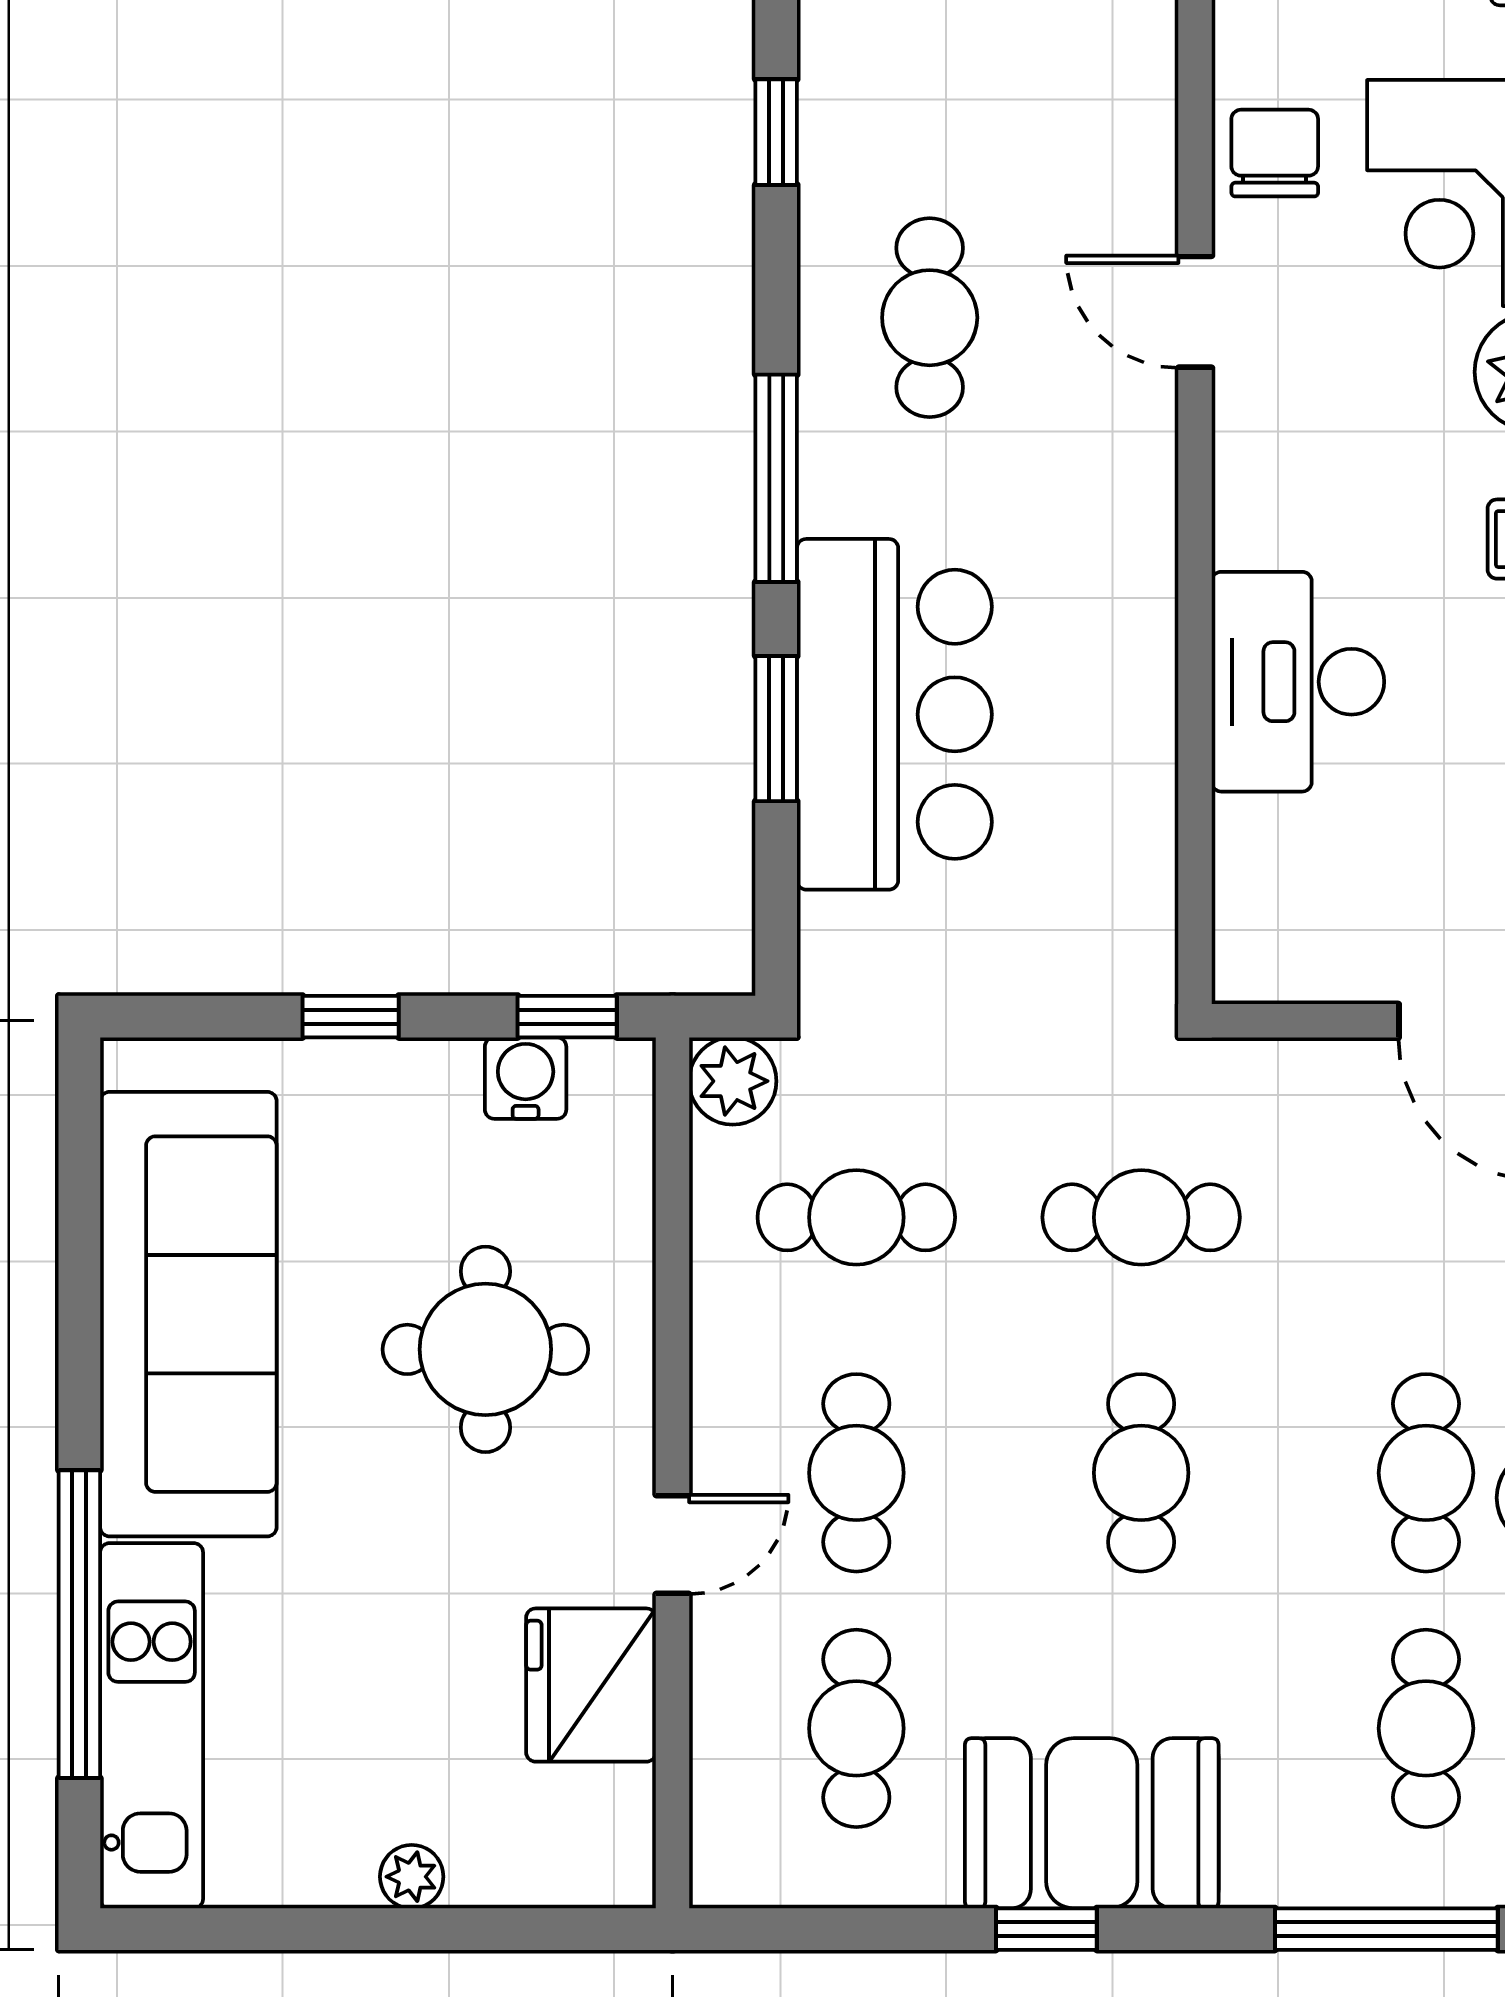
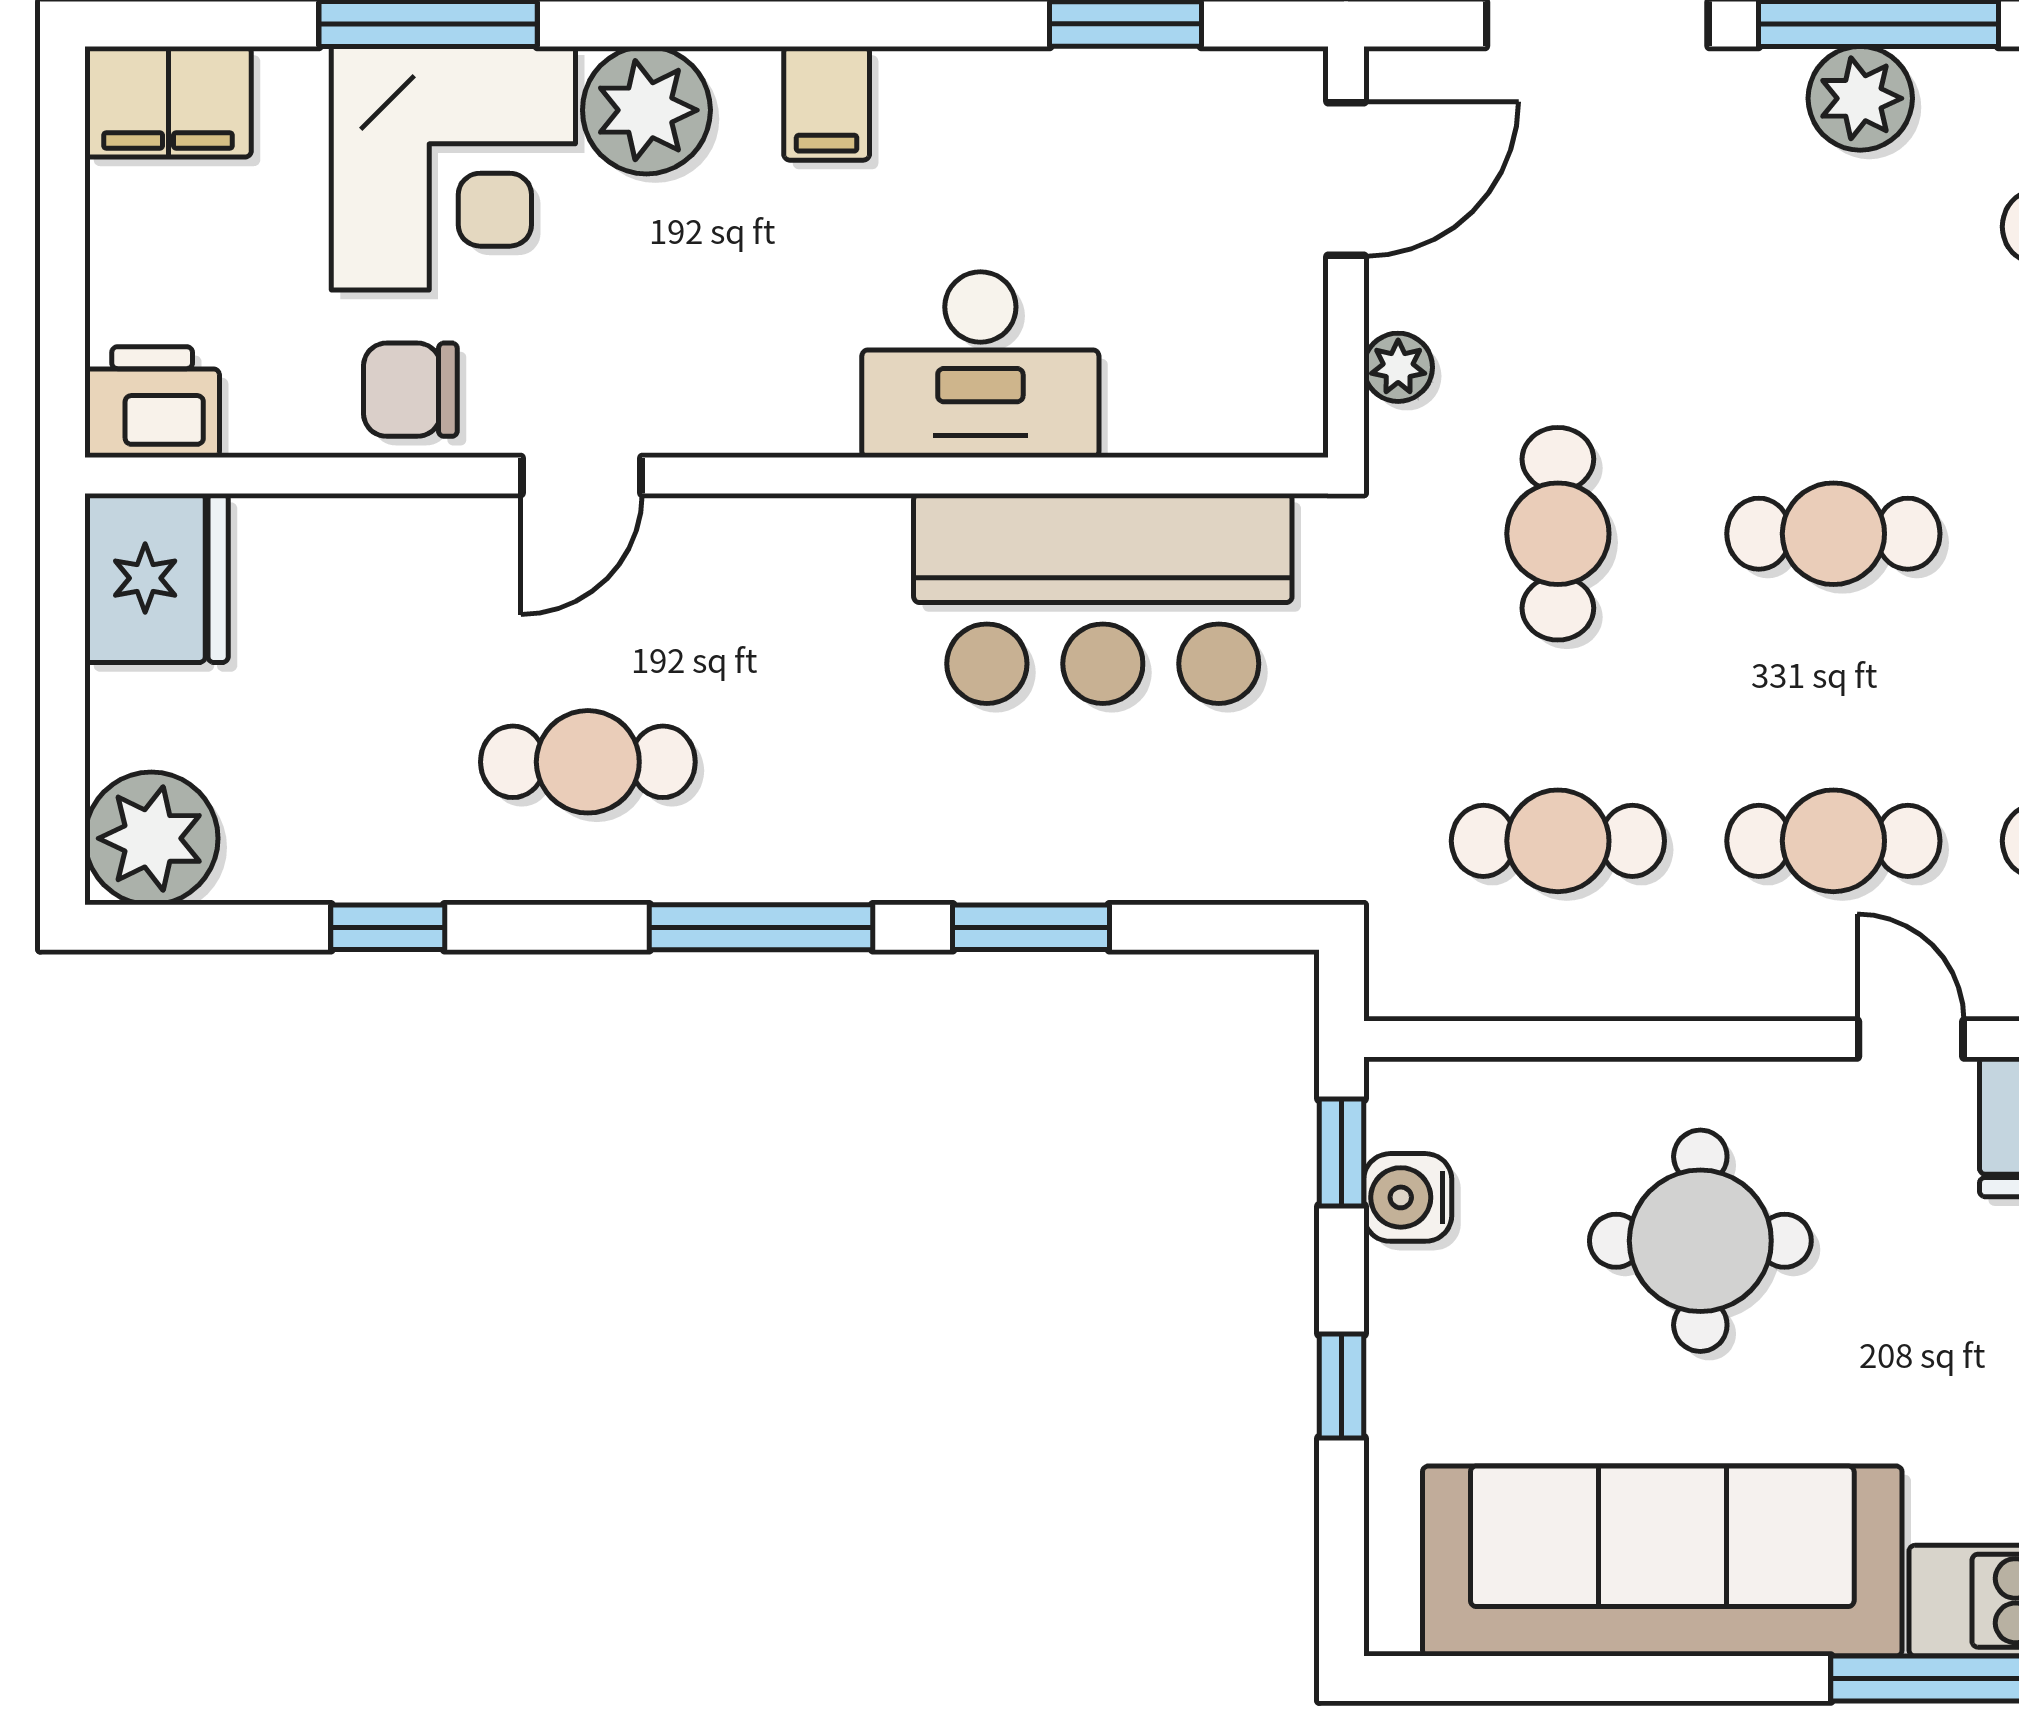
bar counter: (894, 714) -> (1103, 599), moved, turned 180
plant: (733, 1081) -> (1398, 367), moved, width x0.73, depth x0.73
cafe table: (856, 1217) -> (1558, 841), turned 90
cafe table: (1426, 1473) -> (1833, 227), removed

